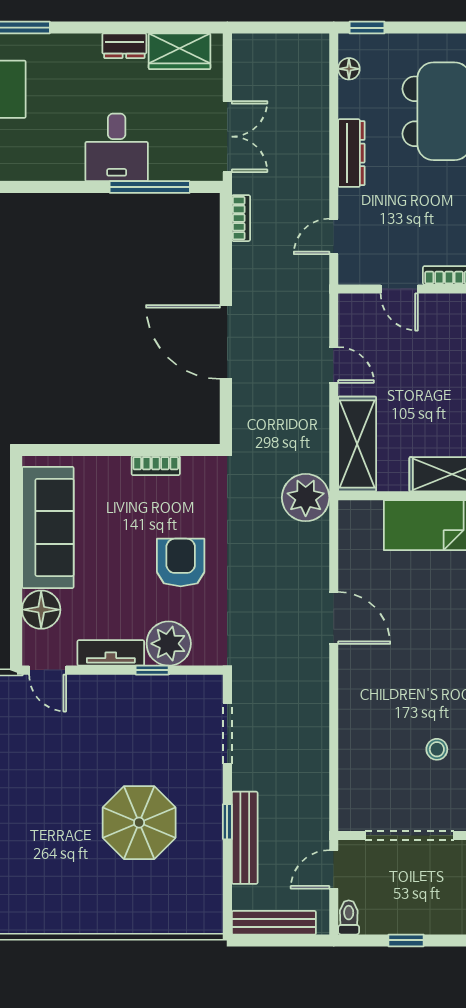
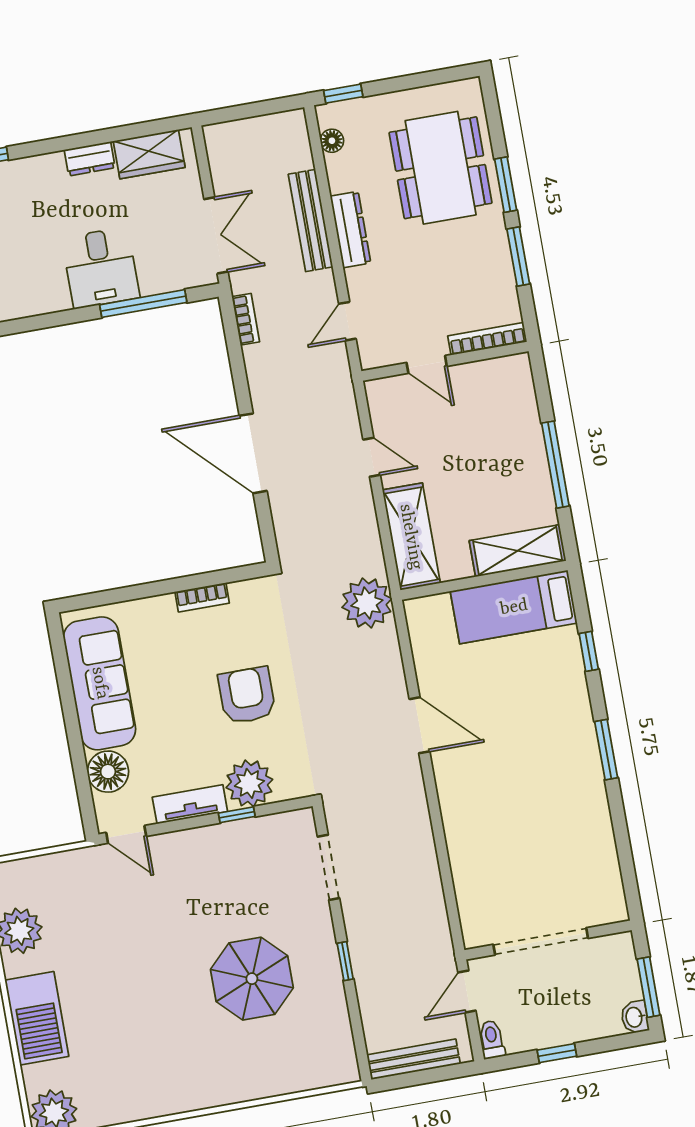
stool: (437, 749) -> (553, 845), removed
bench: (245, 838) -> (311, 220), moved

